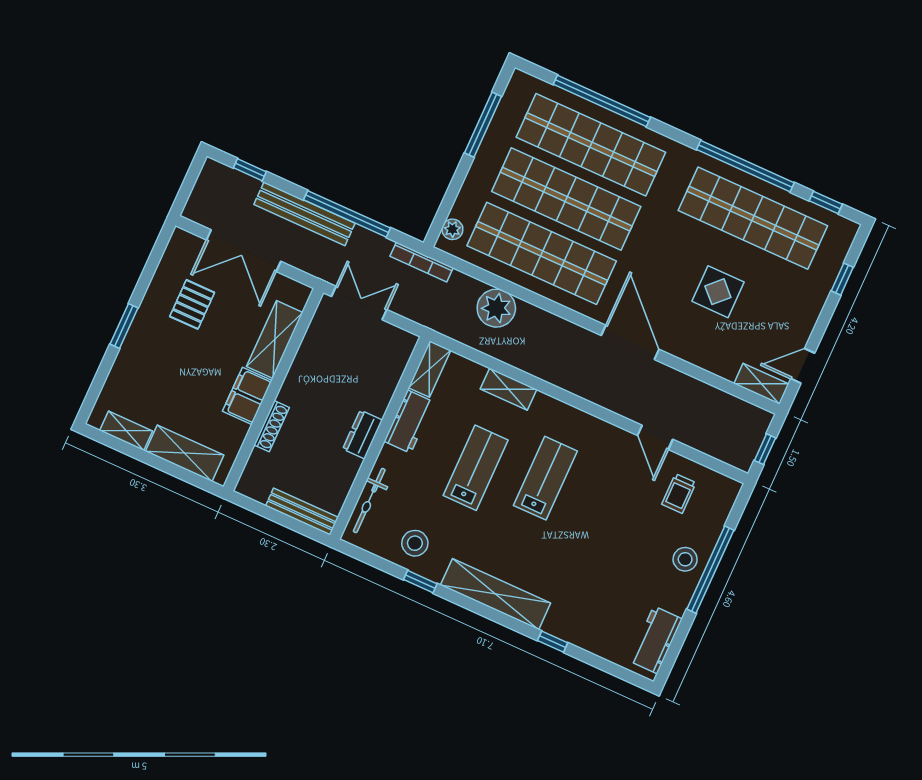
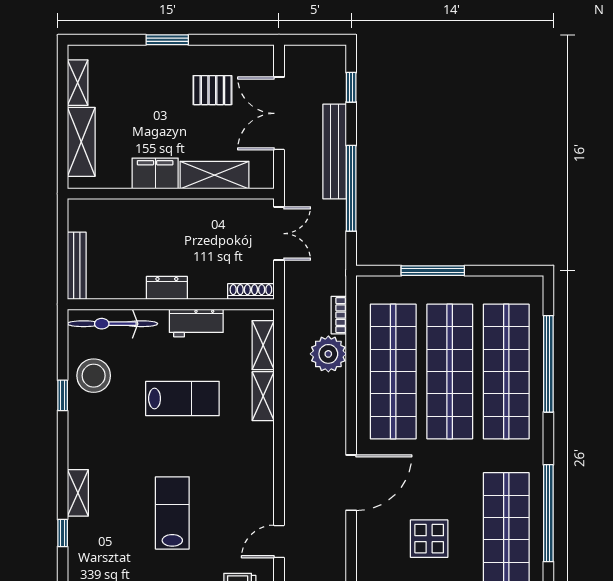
window: (483, 125) -> (433, 271), moved
plant: (452, 229) -> (379, 285), removed
bookcase: (422, 262) -> (339, 315), moved, width x0.64
shelving: (430, 369) -> (263, 345), moved, turned 90
shoe rack: (272, 426) -> (251, 292), moved, turned 180
lab bench: (545, 478) -> (172, 513), moved, turned -90
bicycle: (369, 501) -> (113, 324), width x1.37, depth x1.40
stool: (415, 543) -> (94, 376), width x1.38, depth x1.38
shelving: (496, 594) -> (78, 493), width x0.45, depth x0.75

